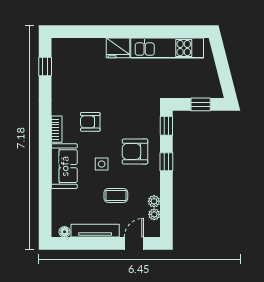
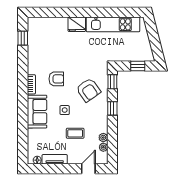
armchair: (90, 122) -> (56, 79), turned 180
armchair: (135, 151) -> (88, 90), moved, turned -125
tv unit: (95, 231) -> (55, 159), width x0.71

